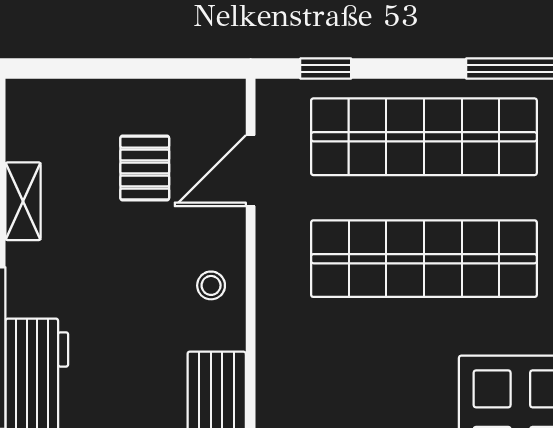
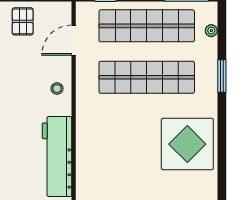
pallet: (145, 168) -> (23, 21), moved

